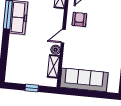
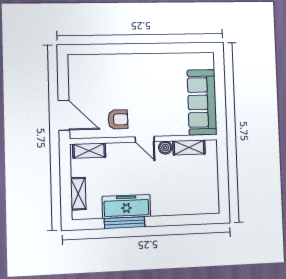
armchair: (79, 19) -> (118, 119), turned 180
window: (32, 88) -> (223, 174), removed

